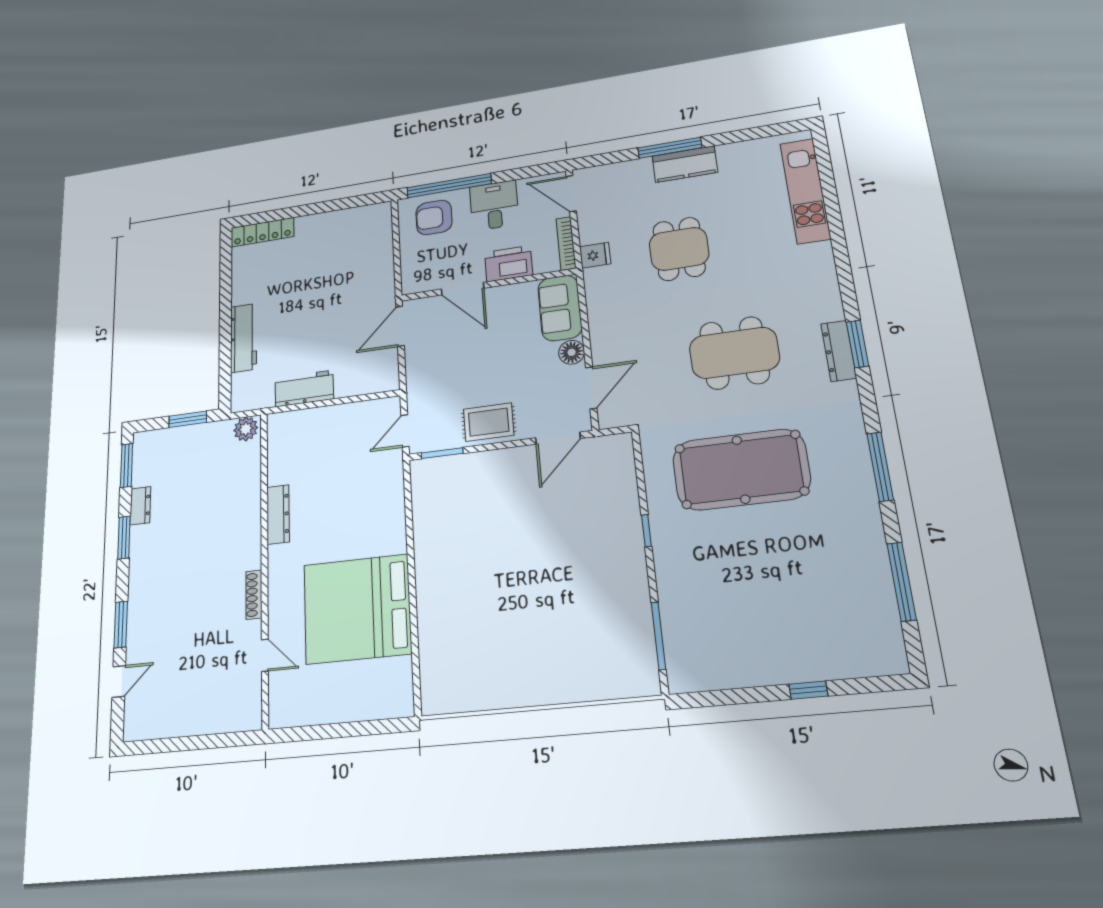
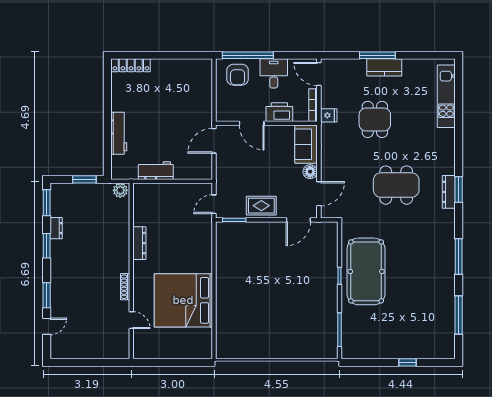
armchair: (434, 217) -> (238, 75), turned -90
pool table: (741, 470) -> (366, 271), moved, turned 90

